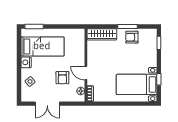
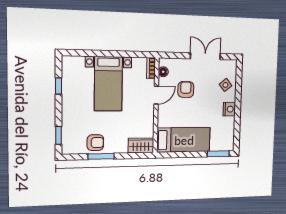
wardrobe: (102, 34) -> (141, 145), width x0.67
bed: (42, 46) -> (184, 140), moved, turned 180
door: (86, 73) -> (156, 95), hinge flipped
bed with nightstands: (137, 84) -> (108, 84), moved, turned 90

